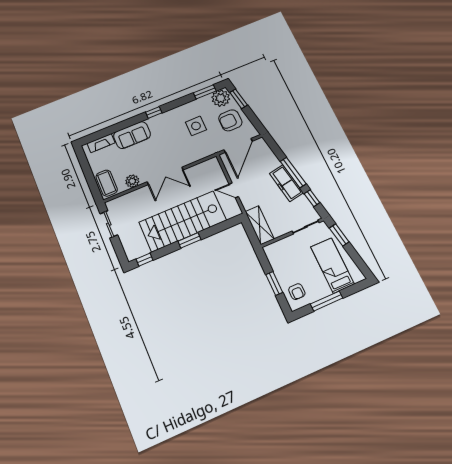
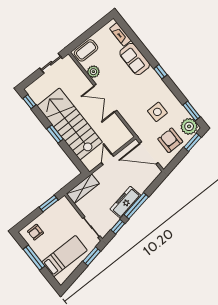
window: (274, 283) -> (49, 203), moved

